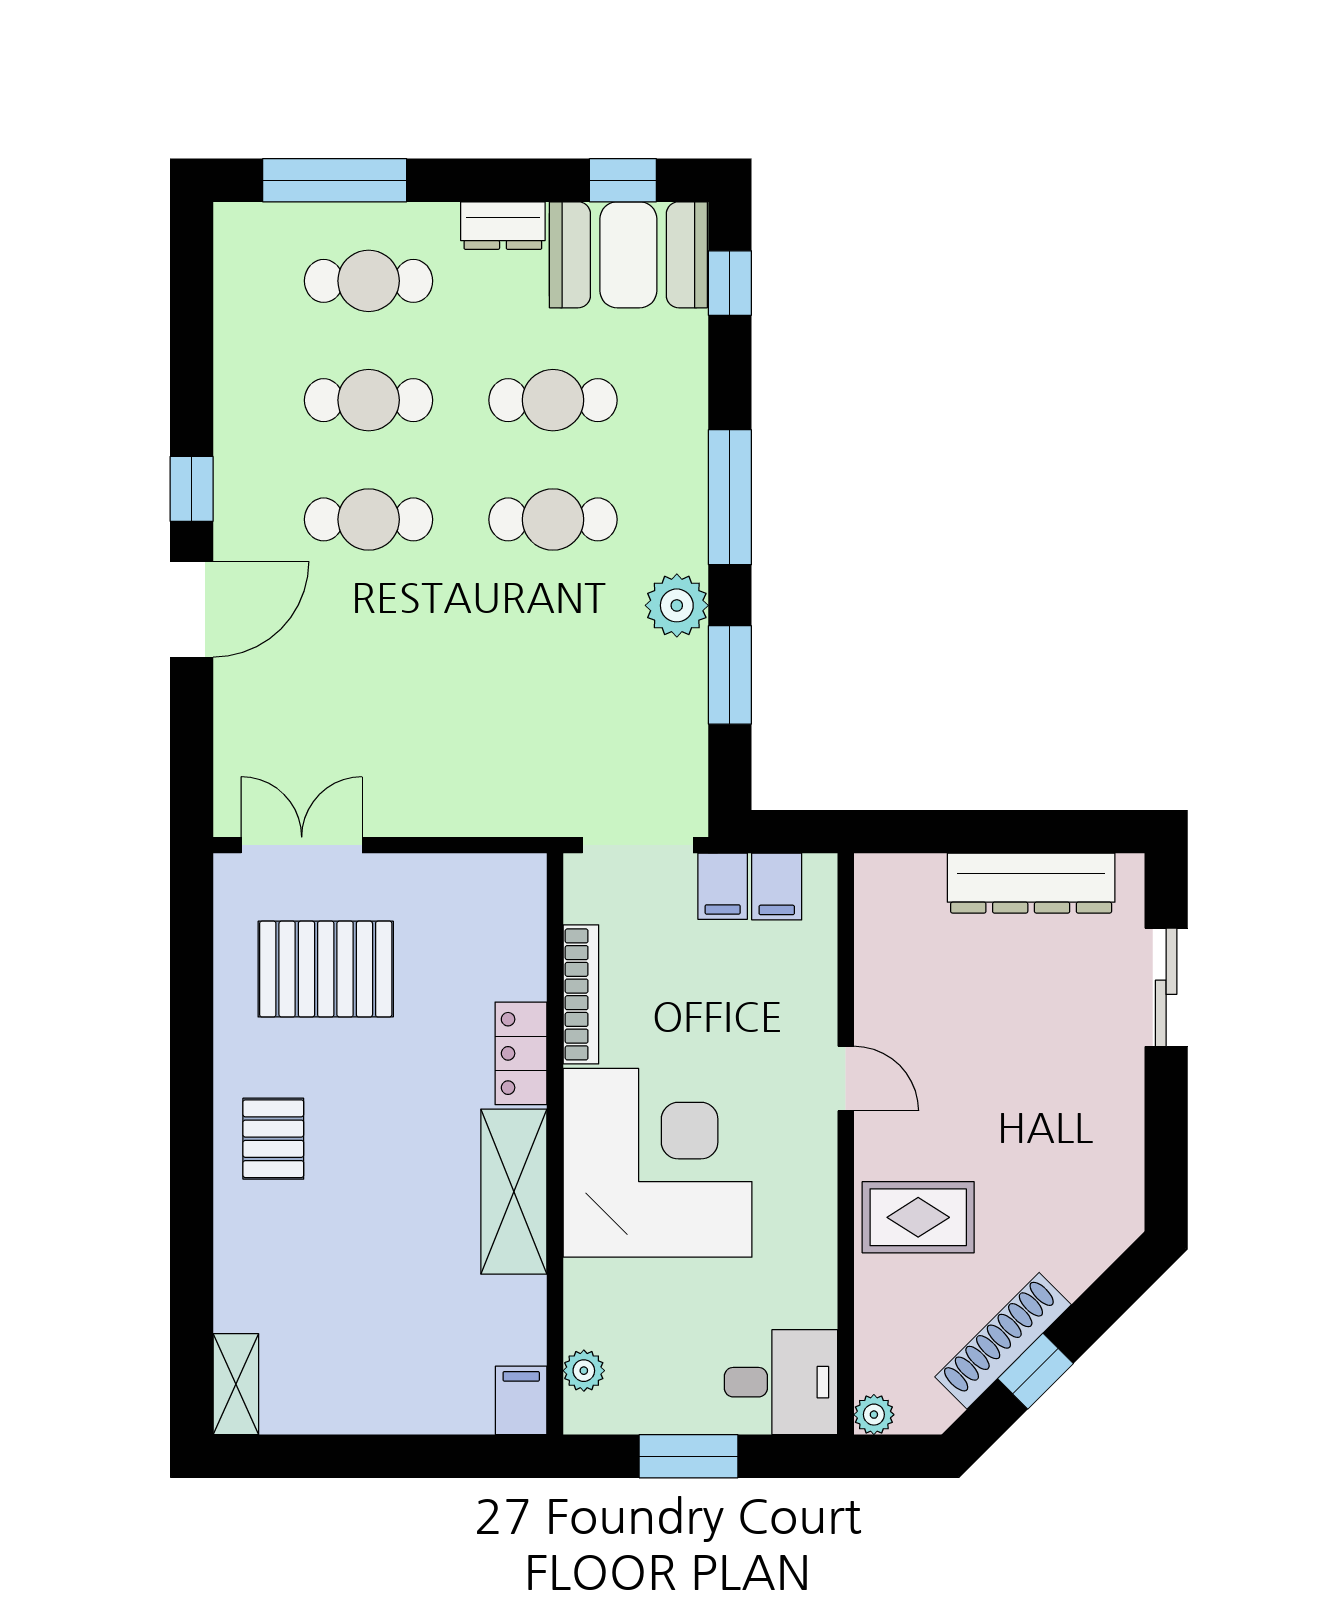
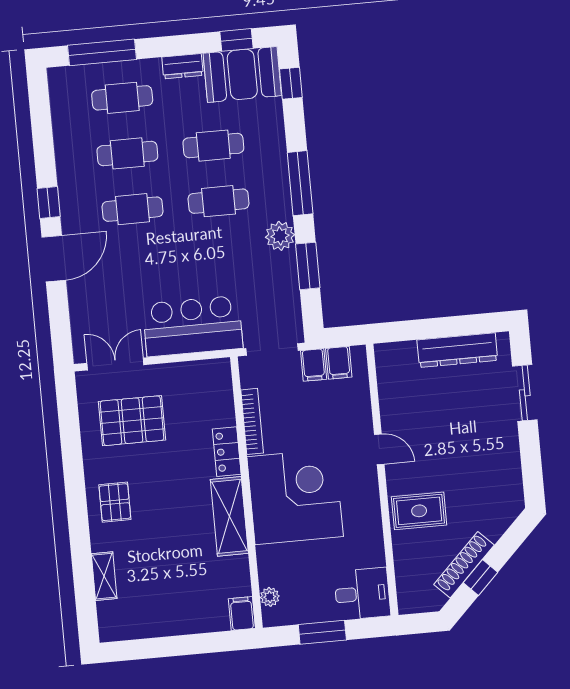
bar counter: (473, 780) -> (193, 326), added
shelving: (236, 1384) -> (104, 576), moved
plant: (874, 1415) -> (407, 605), removed

